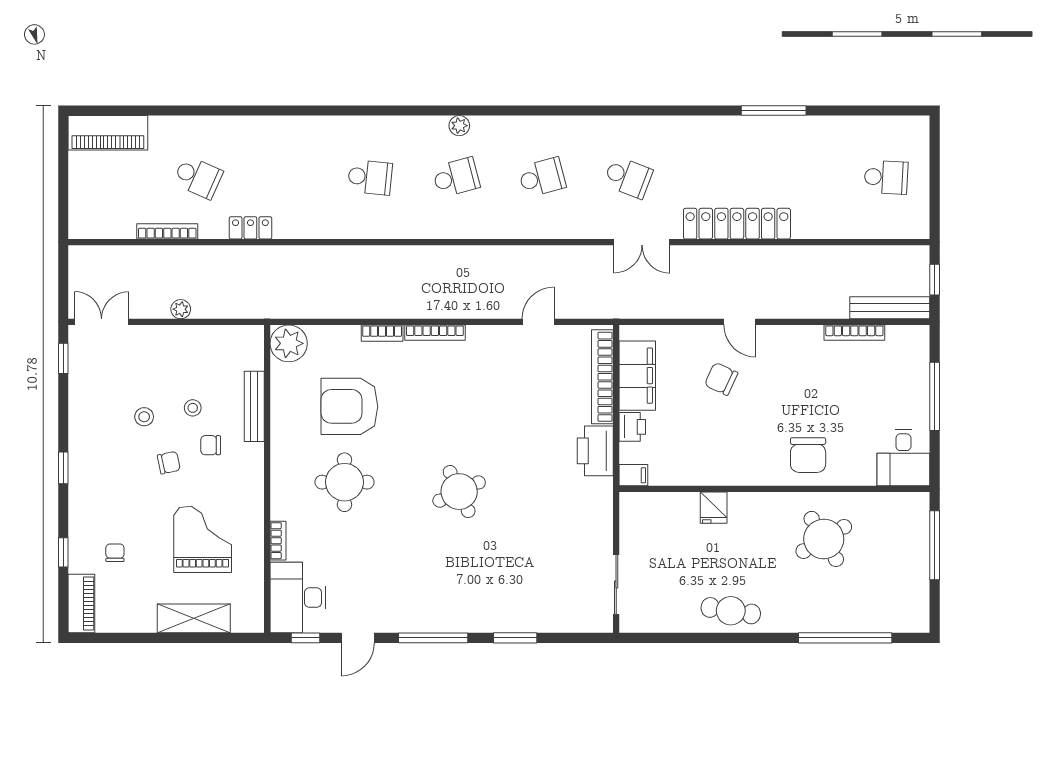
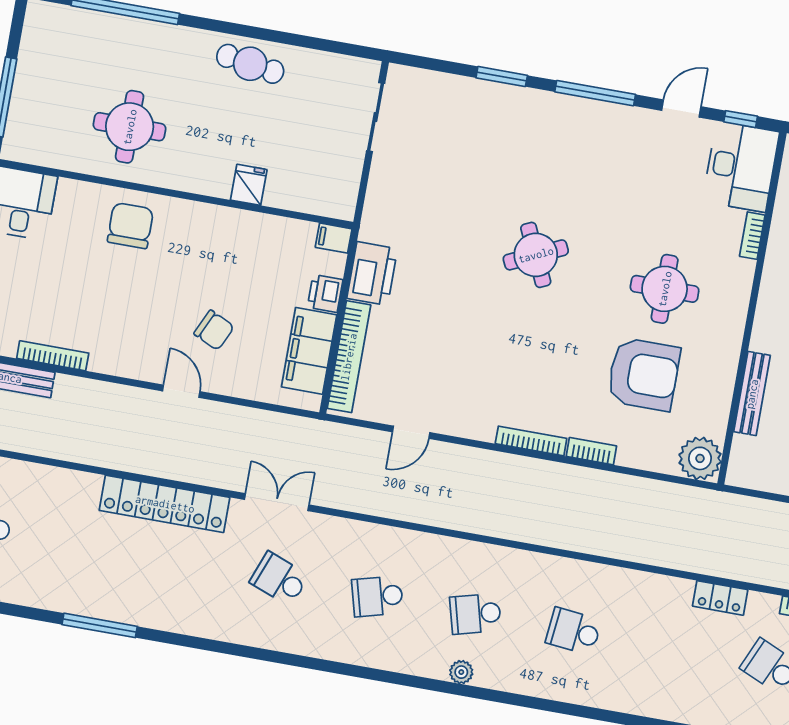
round table: (824, 539) -> (130, 127), turned 31

